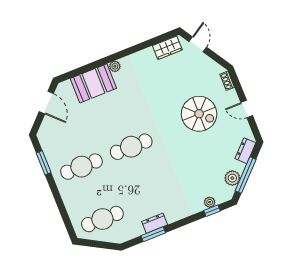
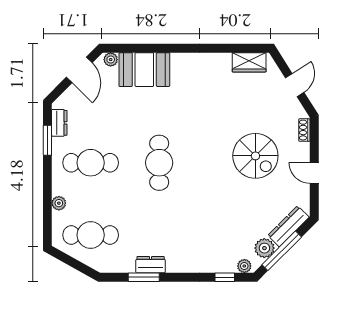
door: (198, 44) -> (295, 85), moved
plant: (115, 66) -> (111, 60), moved
dresser: (47, 147) -> (59, 123), added
cafe table: (131, 147) -> (159, 163), turned 90
dresser: (245, 151) -> (288, 226), width x1.44
plant: (210, 202) -> (244, 266), moved
plant: (70, 205) -> (59, 203), added

